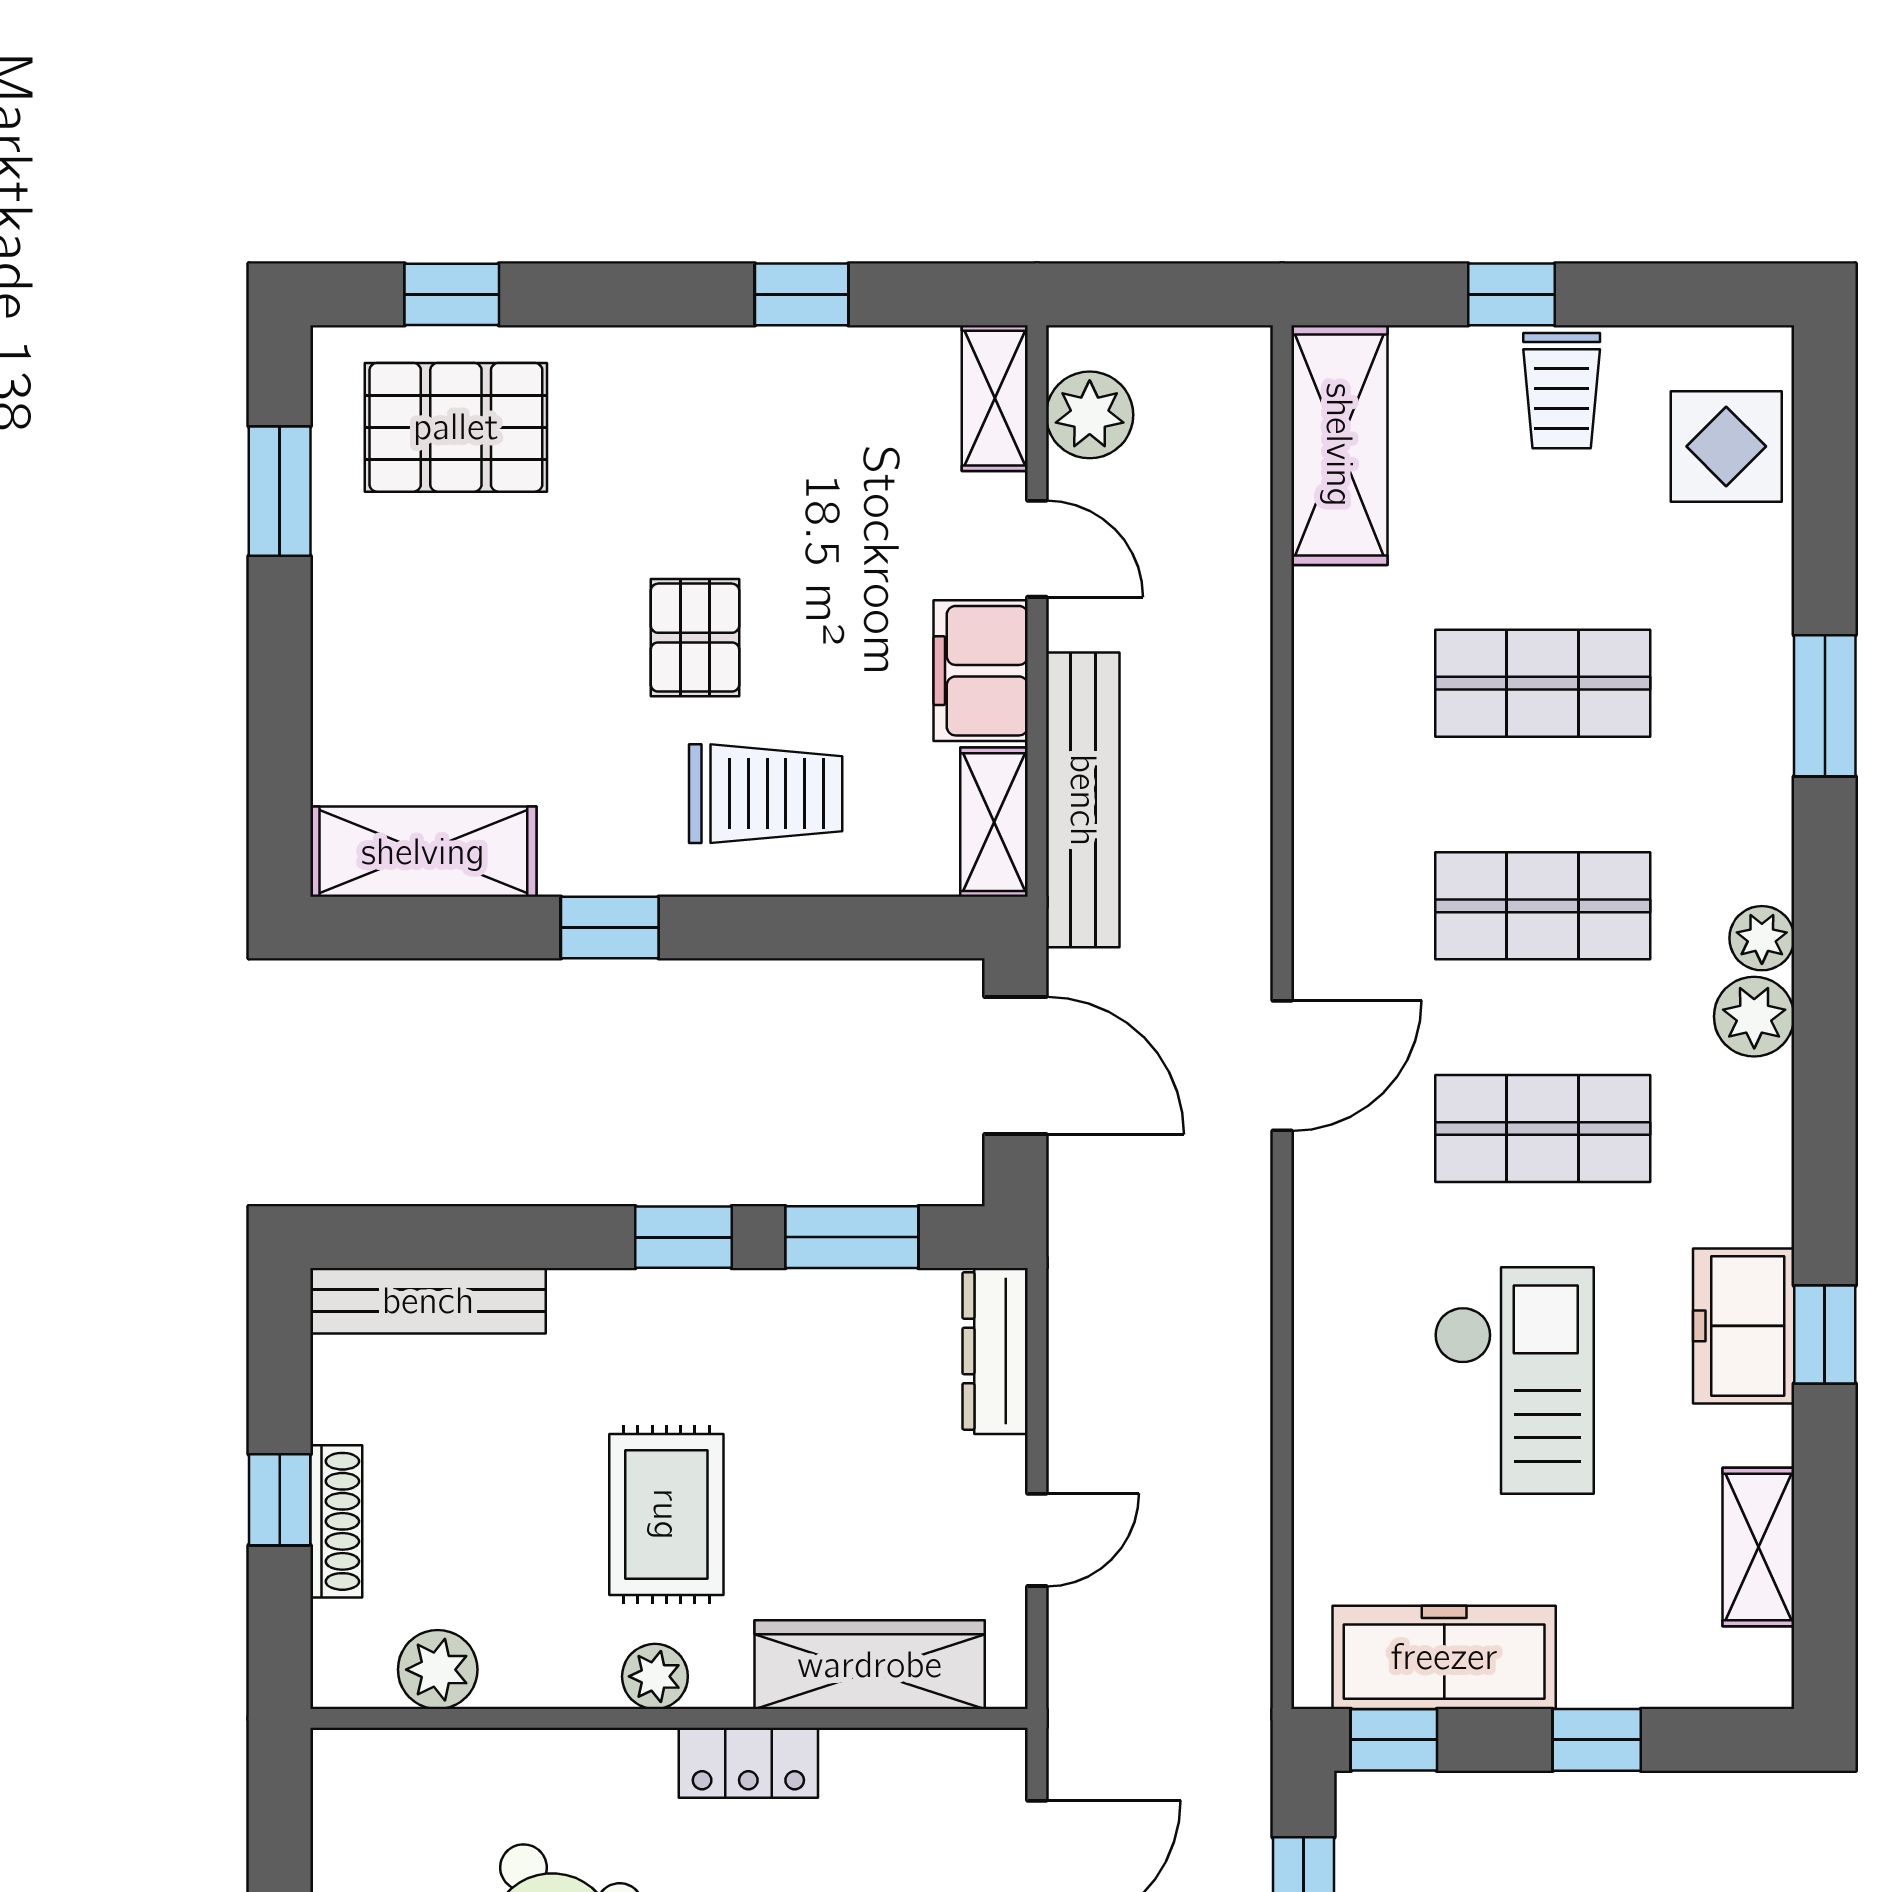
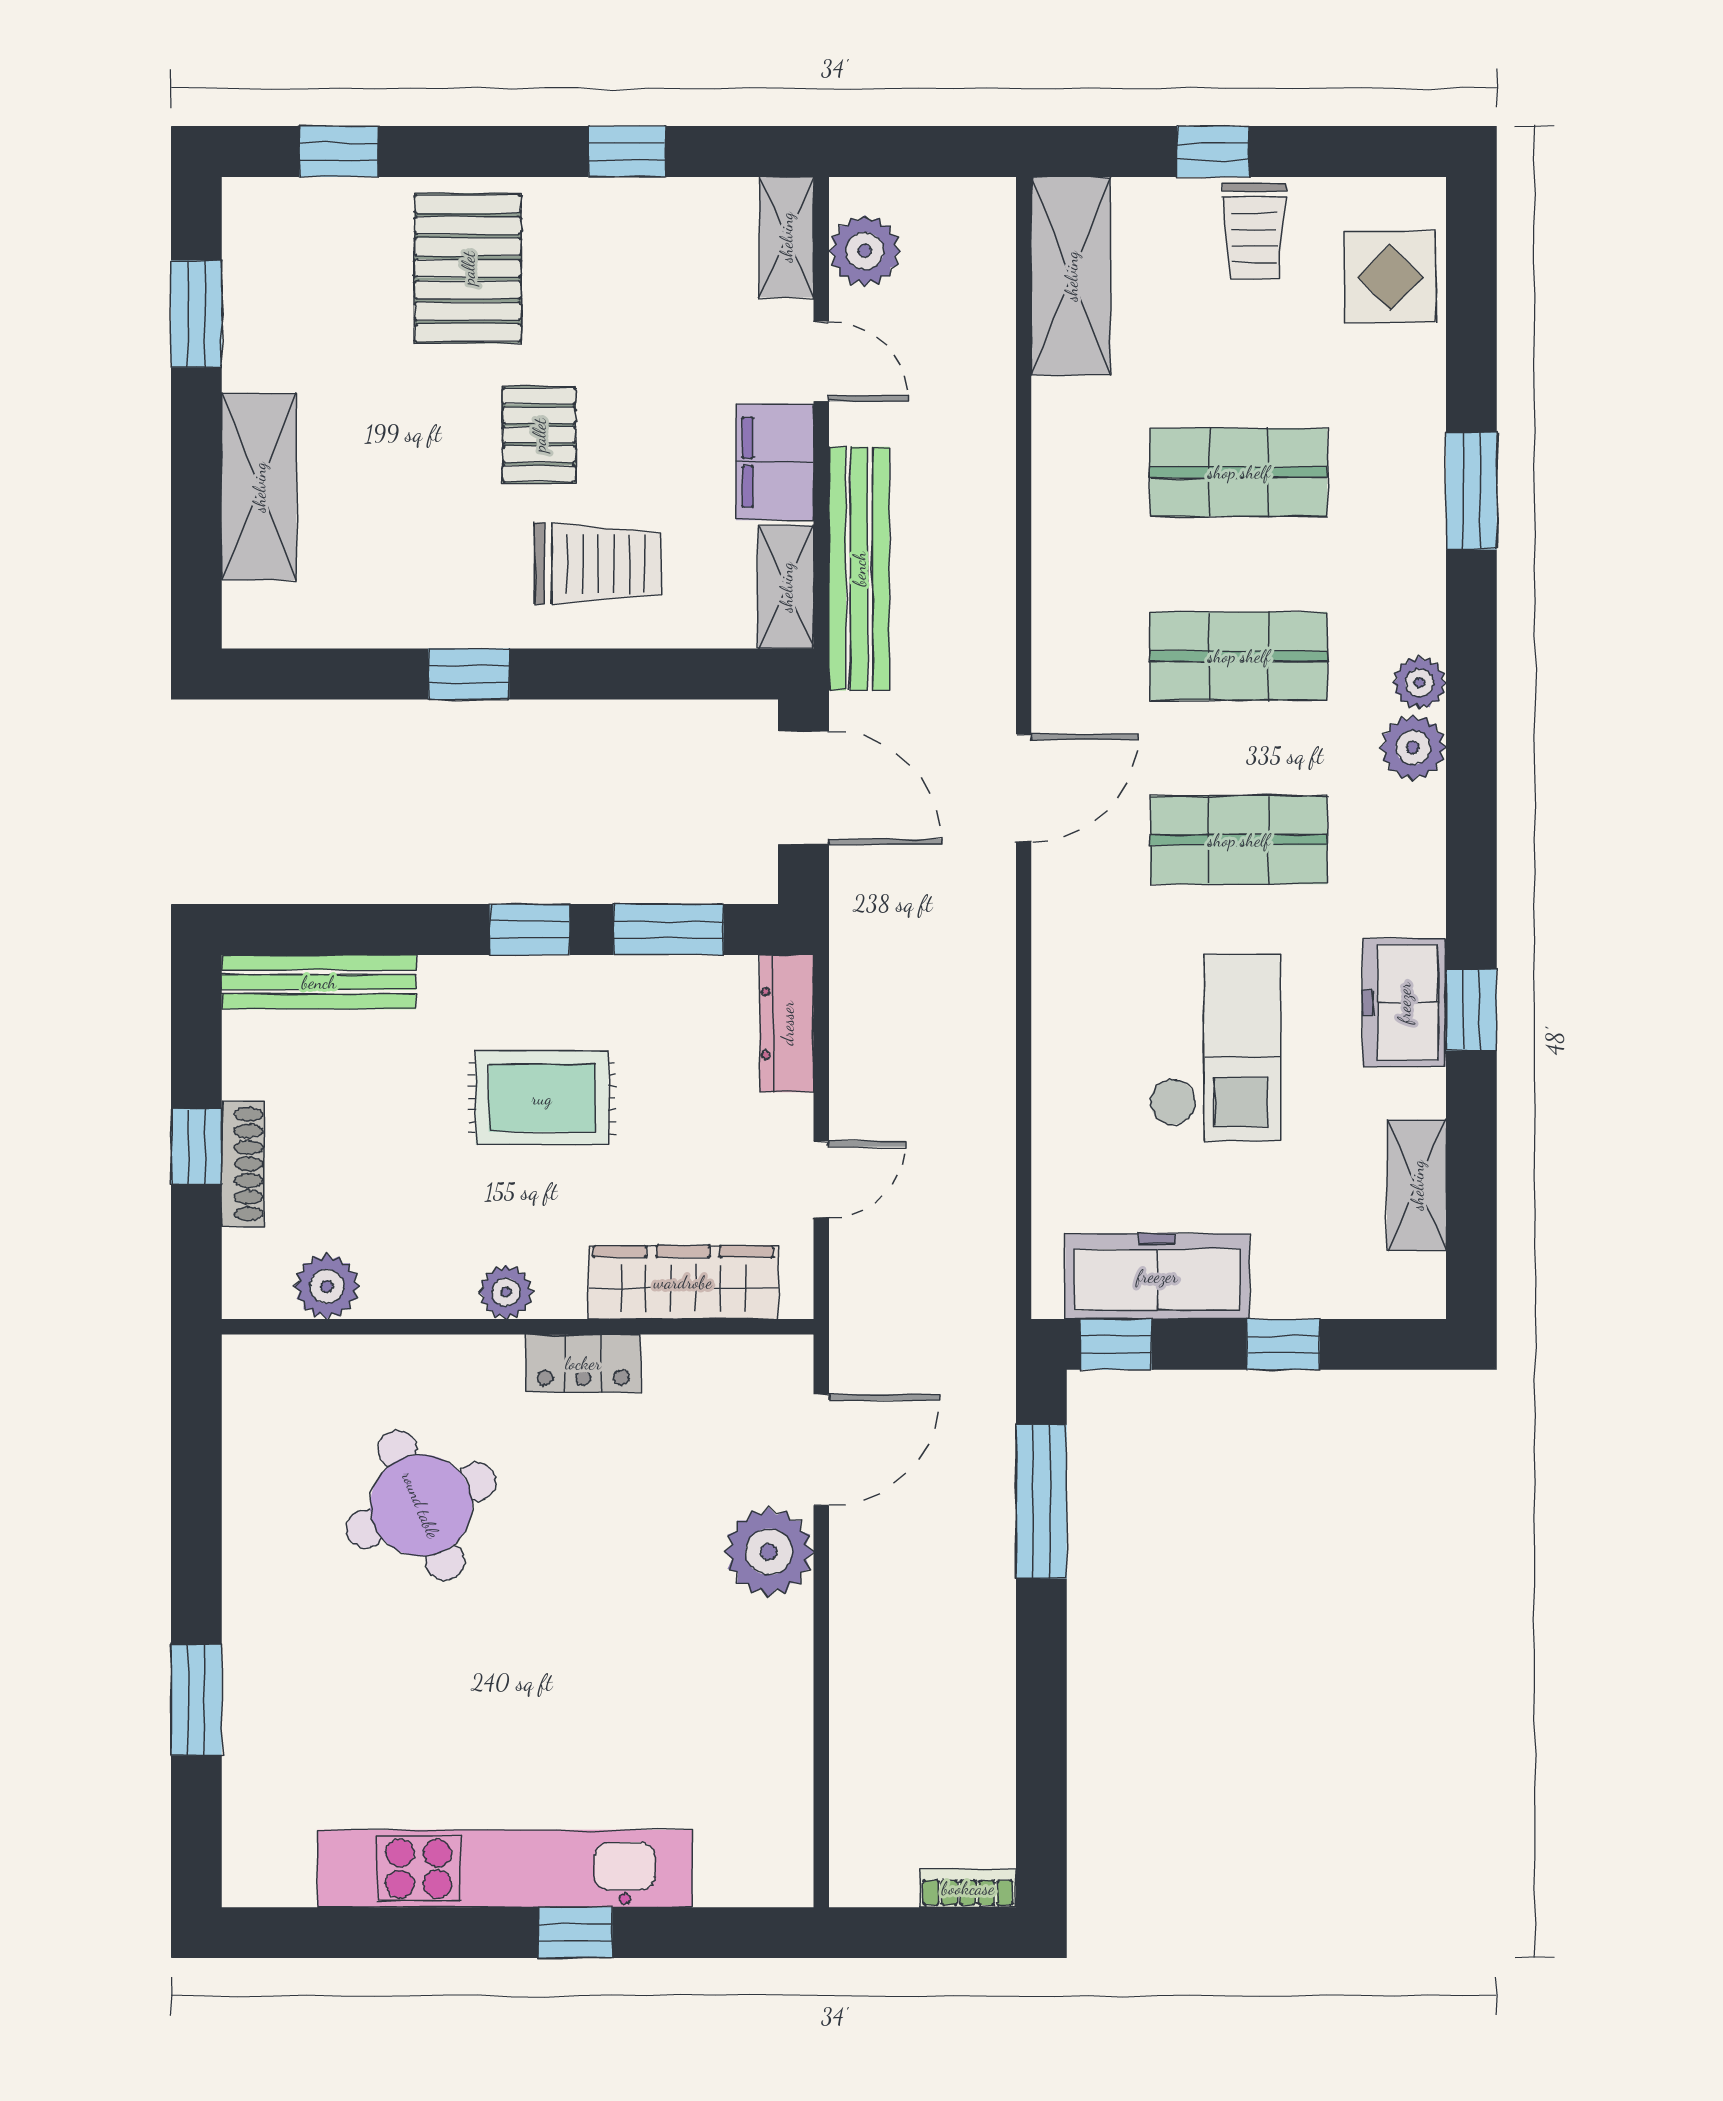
pallet: (456, 427) -> (468, 268), moved, turned 90
shelving: (423, 852) -> (259, 487), moved, turned 90
rug: (666, 1514) -> (542, 1098), moved, turned 90

